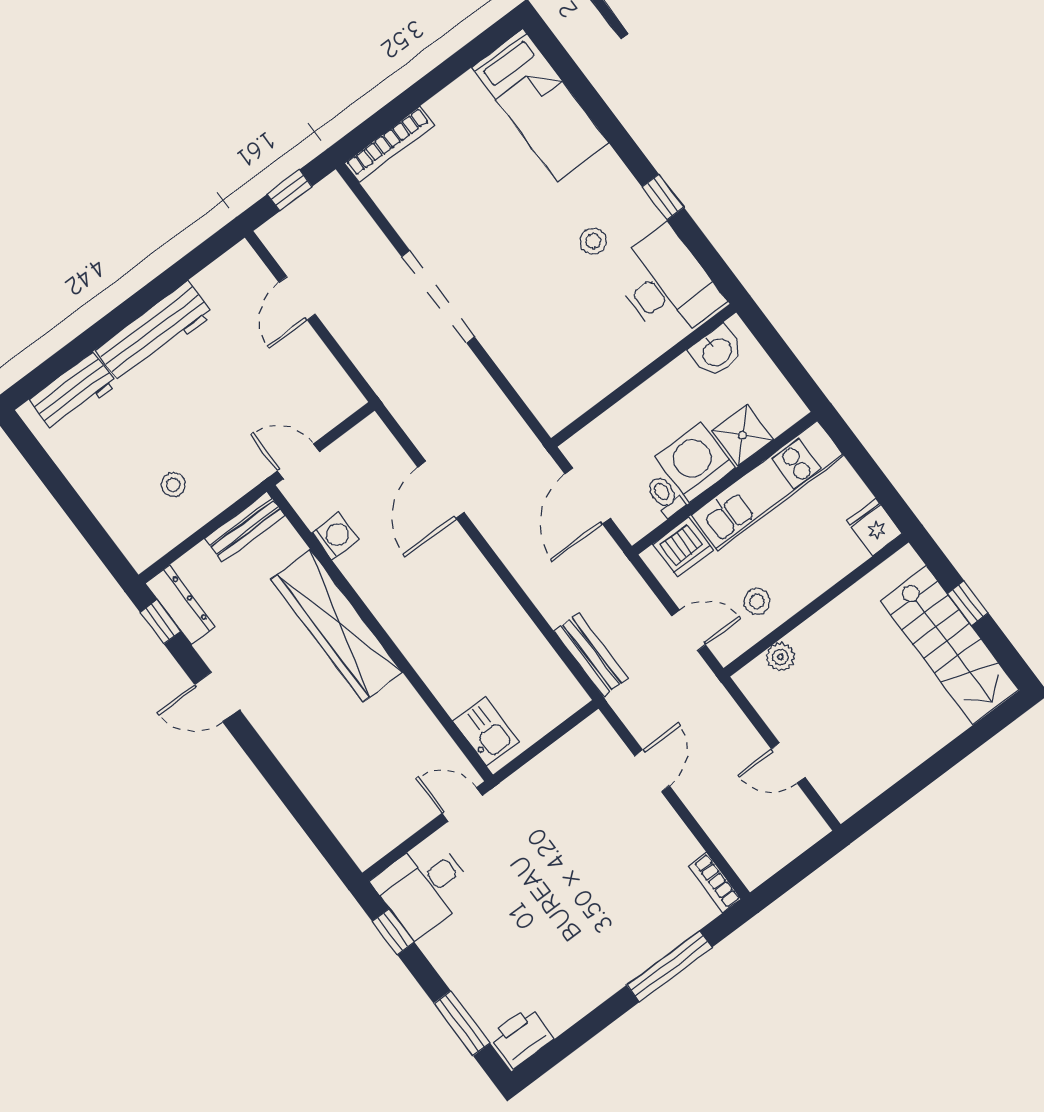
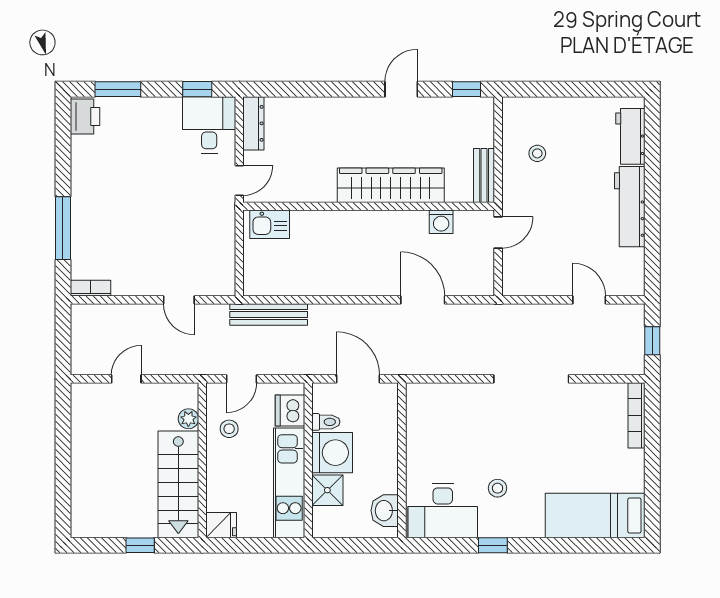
dresser: (180, 605) -> (253, 123), moved, turned -90
stairs: (950, 645) -> (178, 484), moved, turned -90
bench: (591, 655) -> (269, 314), width x1.36

